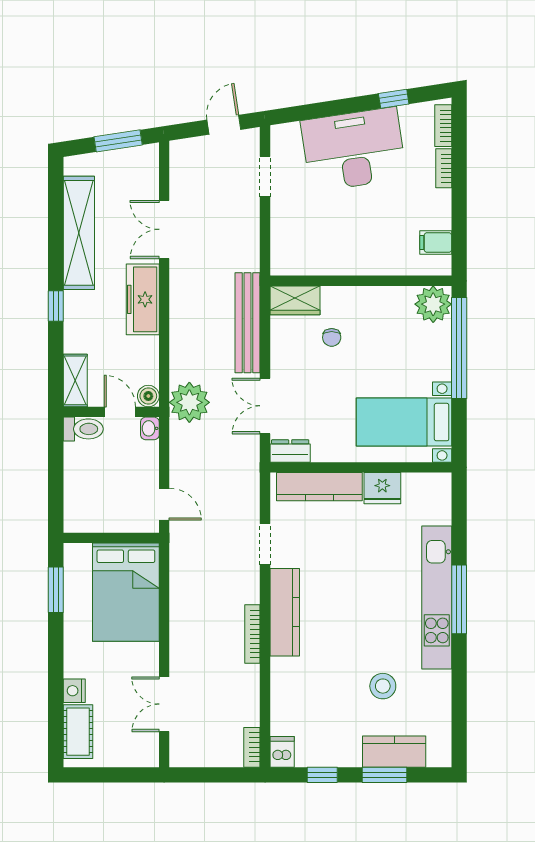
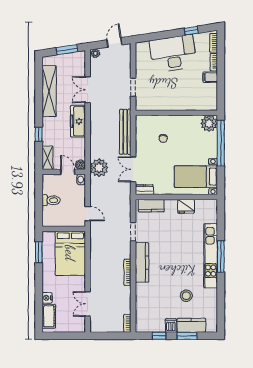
plant: (181, 149) -> (95, 53), added
doorway: (265, 177) -> (133, 87), moved
filing cabinet: (436, 243) -> (210, 77), moved
wardrobe: (295, 300) -> (147, 122), removed
window: (56, 306) -> (39, 134), moved
toilet: (83, 429) -> (51, 200), moved
kitchen counter: (319, 487) -> (151, 206), width x0.67
dishwasher: (282, 752) -> (171, 325), moved

